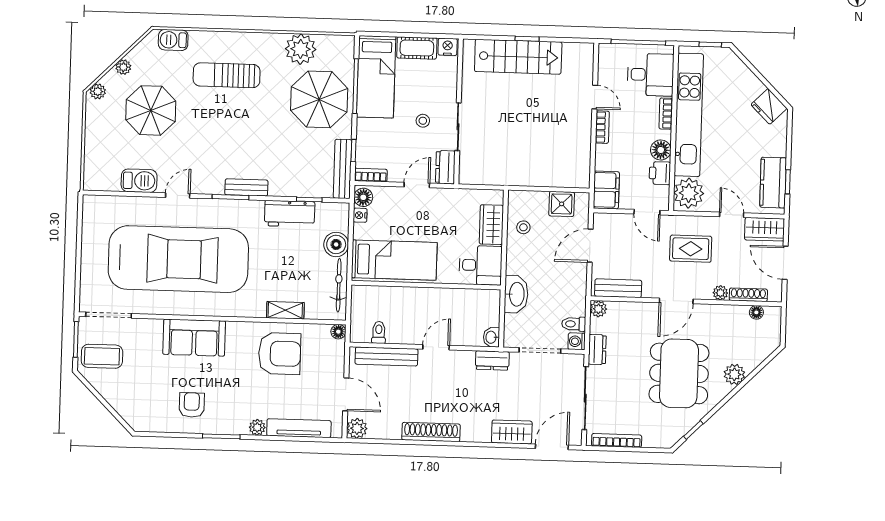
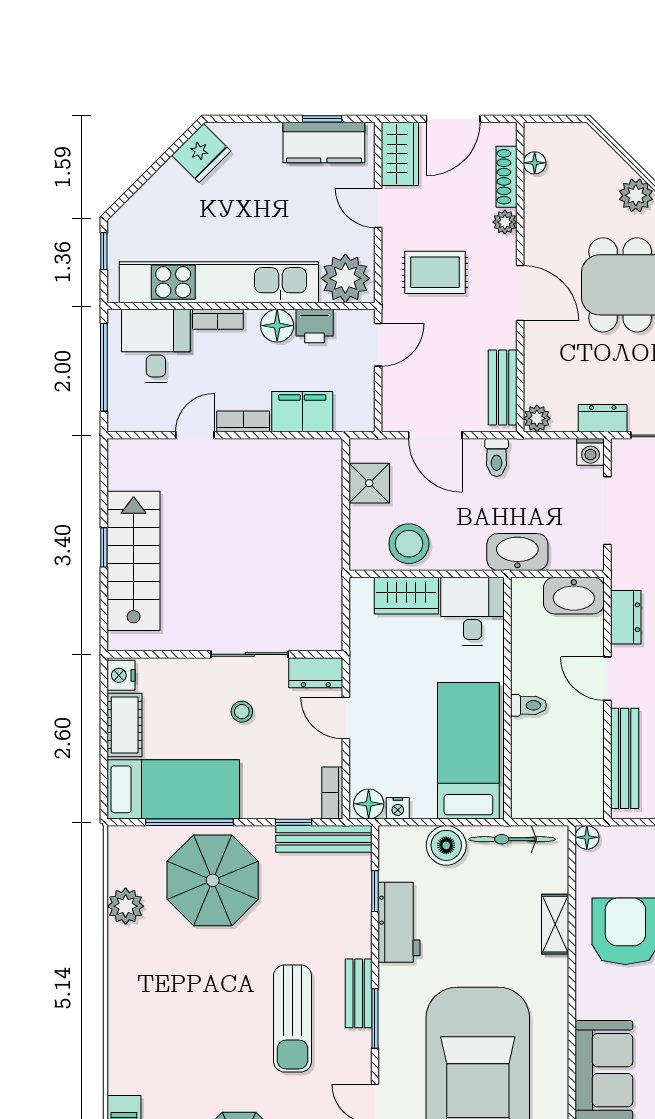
plant: (301, 49) -> (126, 906), width x0.73, depth x0.73
sun lounger: (227, 75) -> (293, 1018), moved
filing cabinet: (606, 190) -> (302, 412), moved
door: (732, 215) -> (378, 208), hinge flipped
stool: (523, 227) -> (409, 544), width x1.89, depth x1.89
rug: (691, 249) -> (435, 272), turned 90
toilet: (574, 324) -> (497, 457), moved
toilet: (379, 332) -> (528, 705), moved, turned 180
washbasin: (491, 337) -> (574, 596), width x1.91, depth x1.45
dresser: (492, 360) -> (626, 617), moved

